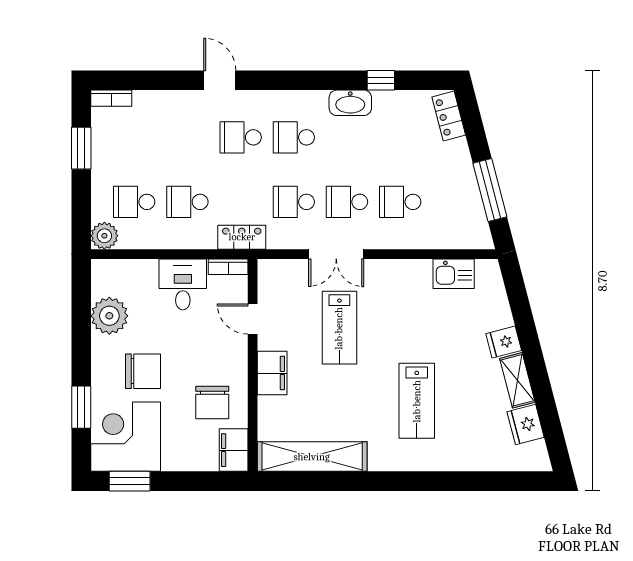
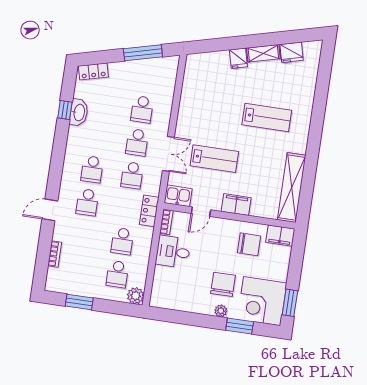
bookcase: (111, 98) -> (55, 254), moved
washbasin: (350, 103) -> (79, 113), moved
kitchen sink: (454, 274) -> (178, 196), moved, turned -90
plant: (109, 316) -> (221, 311), moved, width x0.53, depth x0.53

